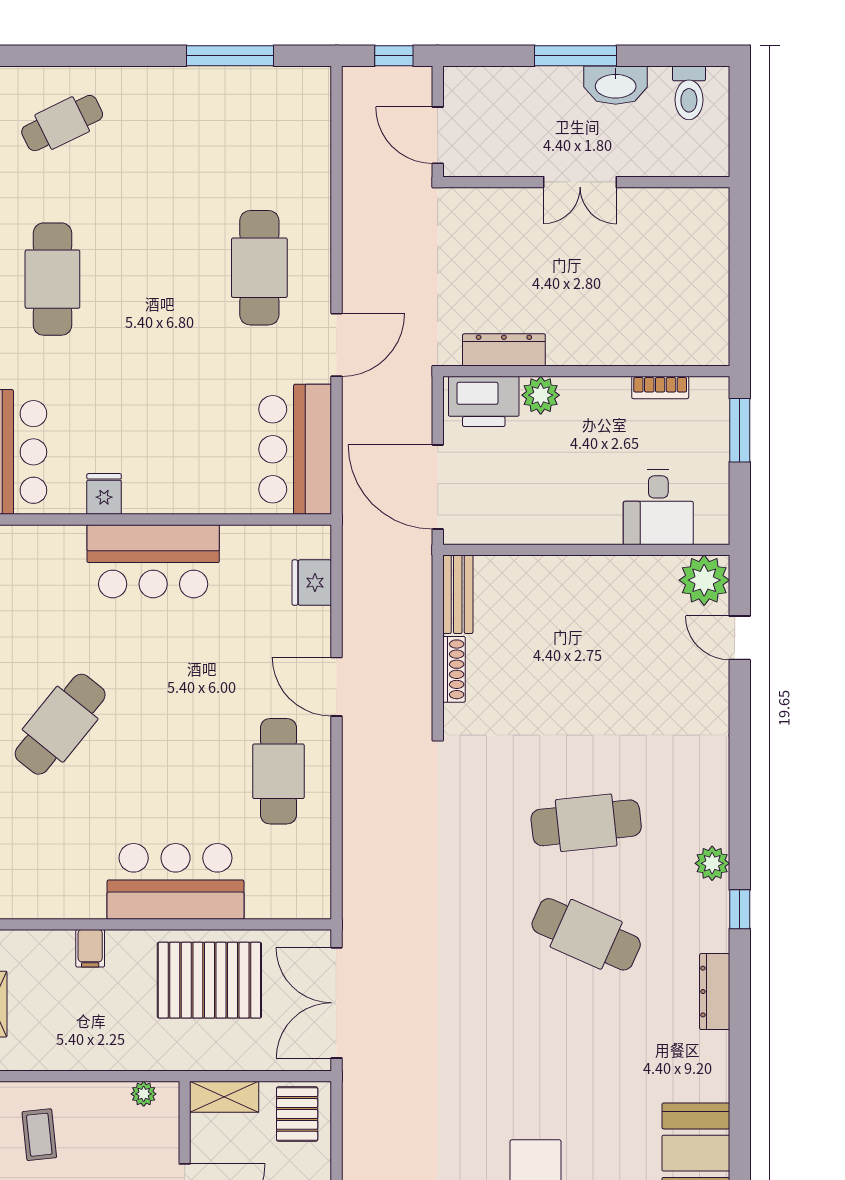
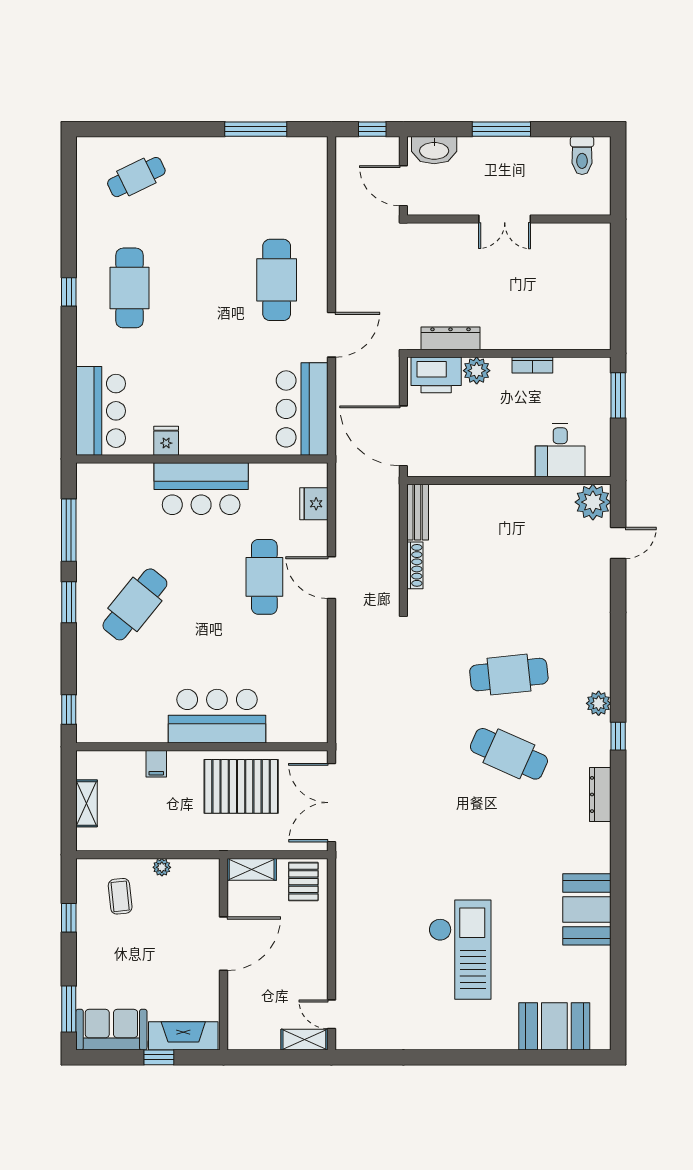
washbasin: (616, 85) -> (434, 150), moved
bookcase: (660, 387) -> (532, 365), moved
door: (740, 638) -> (618, 543), swing flipped
cafe table: (278, 771) -> (264, 577), moved
plant: (144, 1094) -> (162, 867), moved

